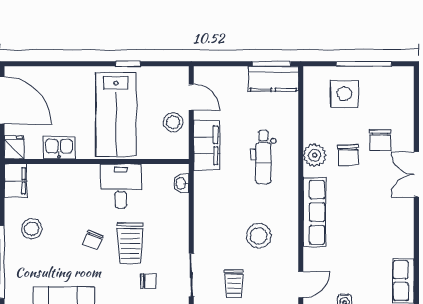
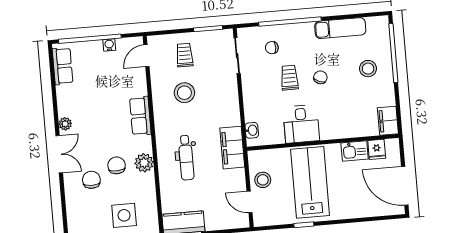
filing cabinet: (207, 145) -> (232, 148), moved
fridge: (14, 147) -> (377, 149), moved
dental chair: (263, 157) -> (186, 158), turned 180
plant: (406, 211) -> (65, 124), added
row of seats: (314, 212) -> (140, 116), width x0.68
stool: (32, 229) -> (368, 69), moved
trolley: (130, 243) -> (289, 78), width x0.73, depth x0.72
trolley: (234, 284) -> (184, 55), moved

